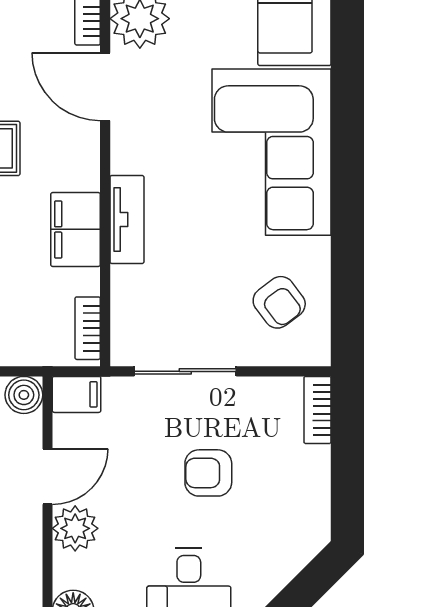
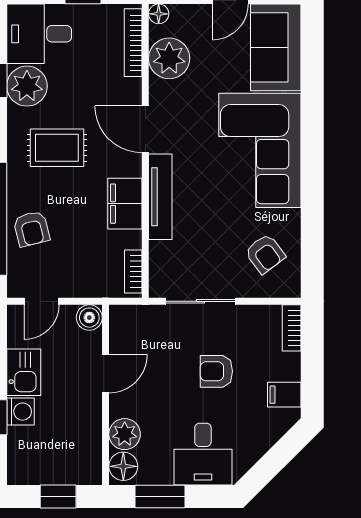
door: (105, 87) -> (145, 129), moved
tv unit: (127, 219) -> (160, 197), width x1.41
filing cabinet: (77, 394) -> (284, 395), moved, turned 180
plant: (75, 528) -> (125, 434), moved

